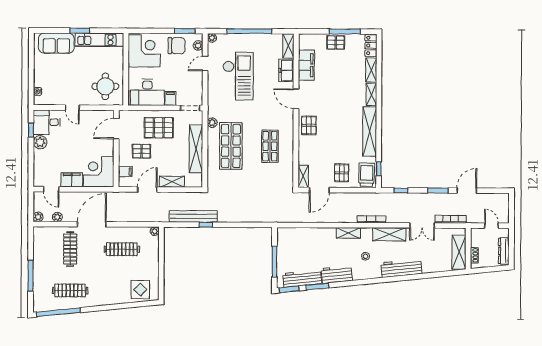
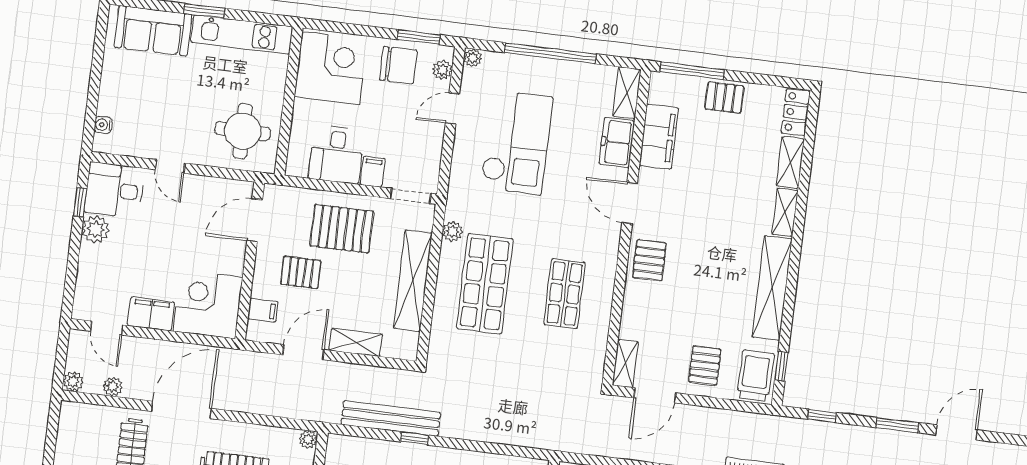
window: (345, 32) -> (692, 71), moved
desk: (147, 92) -> (336, 154), width x0.73

